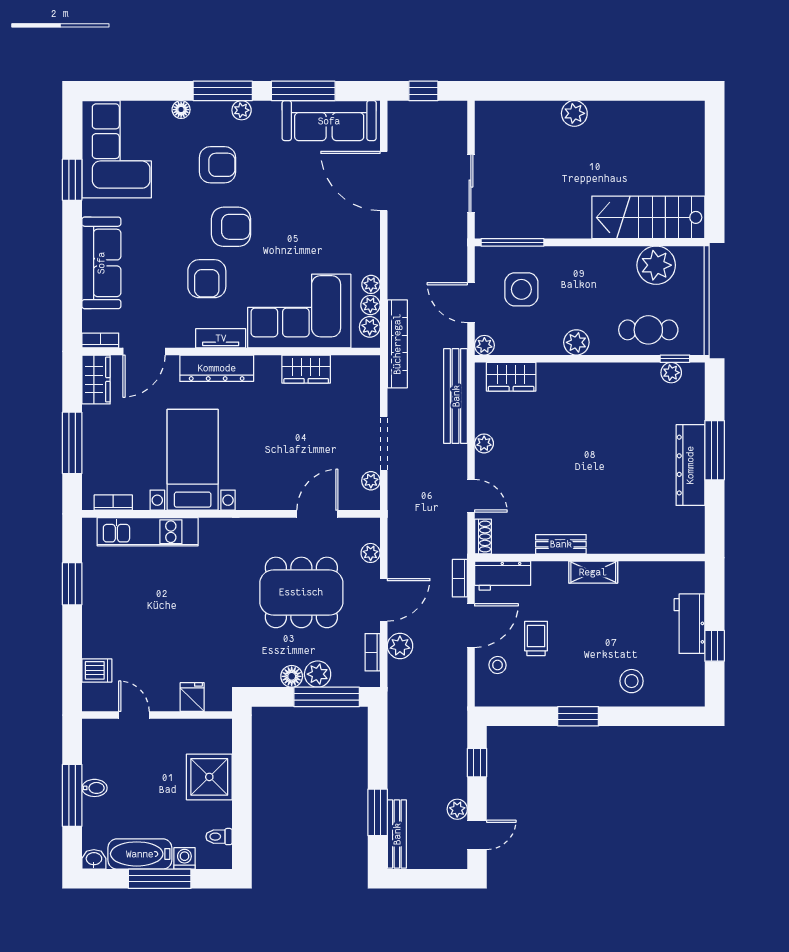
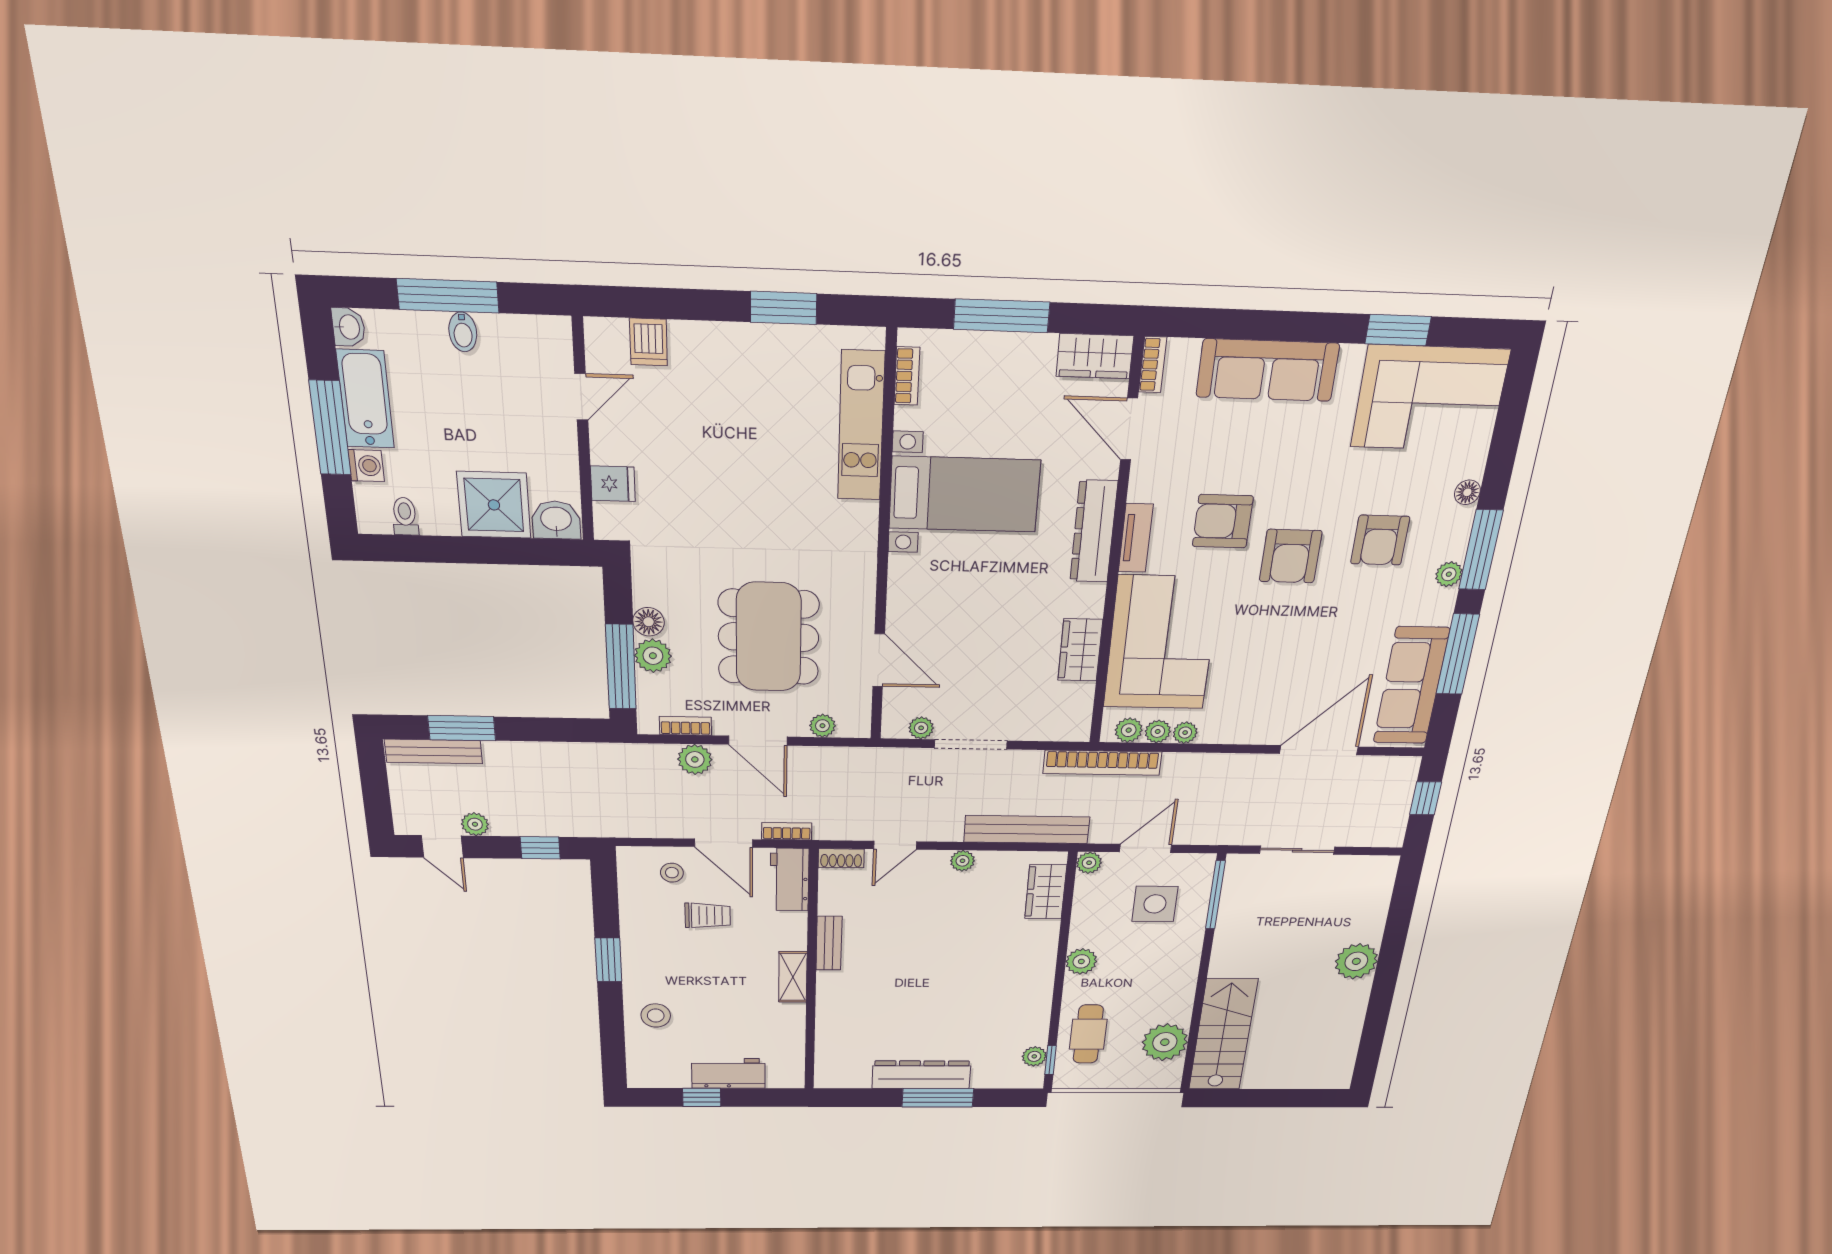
plant: (574, 113) -> (1356, 961), width x1.36, depth x1.36
washbasin: (219, 736) -> (556, 520), added

